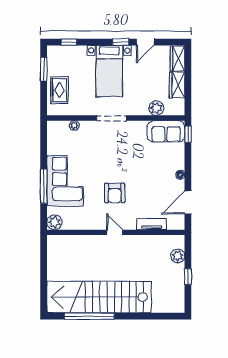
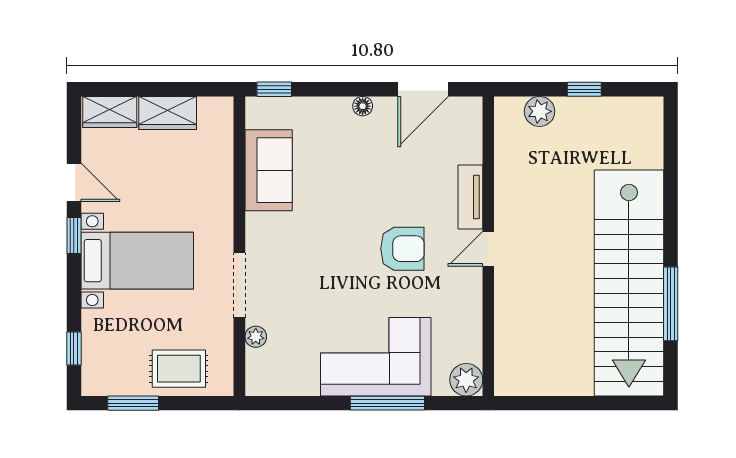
plant: (156, 108) -> (218, 158), removed
doorway: (112, 118) -> (239, 285), moved
sofa: (166, 131) -> (269, 170), moved
door: (188, 202) -> (423, 89), hinge flipped
tv unit: (151, 224) -> (470, 197), moved
window: (89, 316) -> (671, 304), width x0.68

